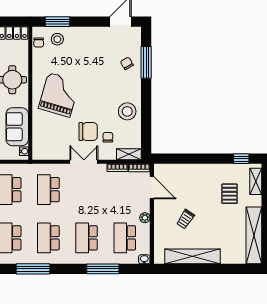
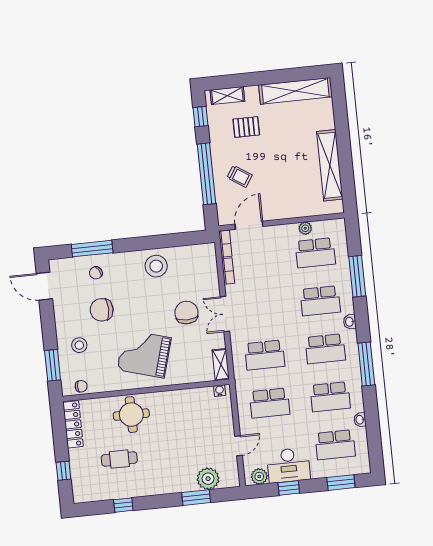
stool: (57, 39) -> (79, 345), moved
sofa: (17, 127) -> (190, 402), removed
chair: (108, 137) -> (102, 310), moved, width x1.87, depth x1.87
shelving: (129, 154) -> (221, 365), moved
window: (196, 159) -> (206, 174), added
plant: (145, 218) -> (305, 228), moved
trolley: (185, 219) -> (240, 176), moved
washbasin: (144, 259) -> (350, 322), moved

